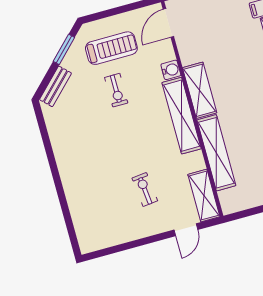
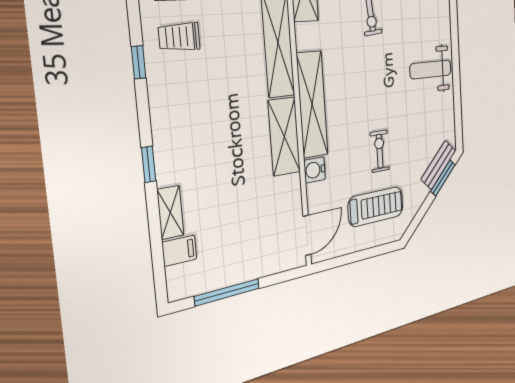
treadmill: (111, 48) -> (376, 207), turned 180
window: (64, 49) -> (443, 178), moved
weight bench: (79, 160) -> (431, 69), added

